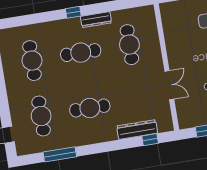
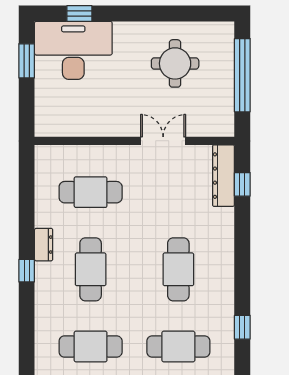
dresser: (96, 20) -> (44, 245), width x0.70
dresser: (137, 130) -> (223, 176), moved
window: (60, 154) -> (242, 327), width x0.46

